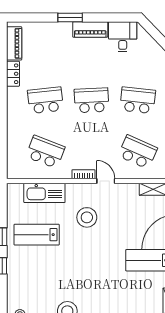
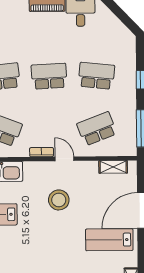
school desk: (138, 152) -> (97, 129), turned -45
stool: (87, 217) -> (59, 200), moved

